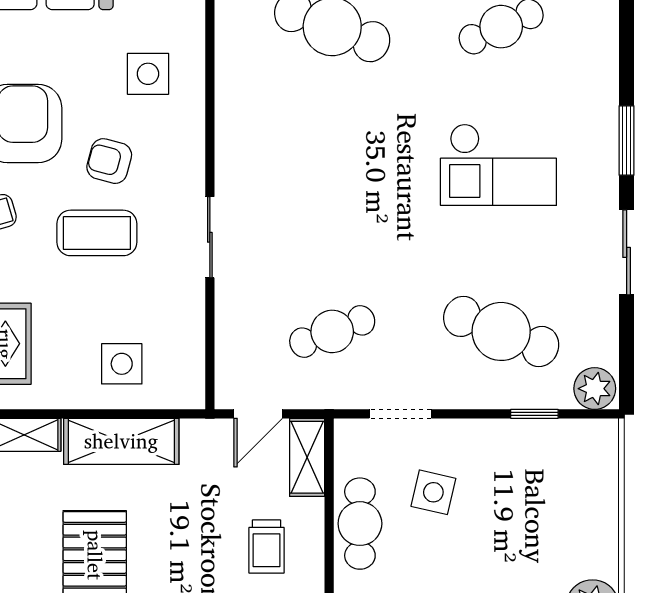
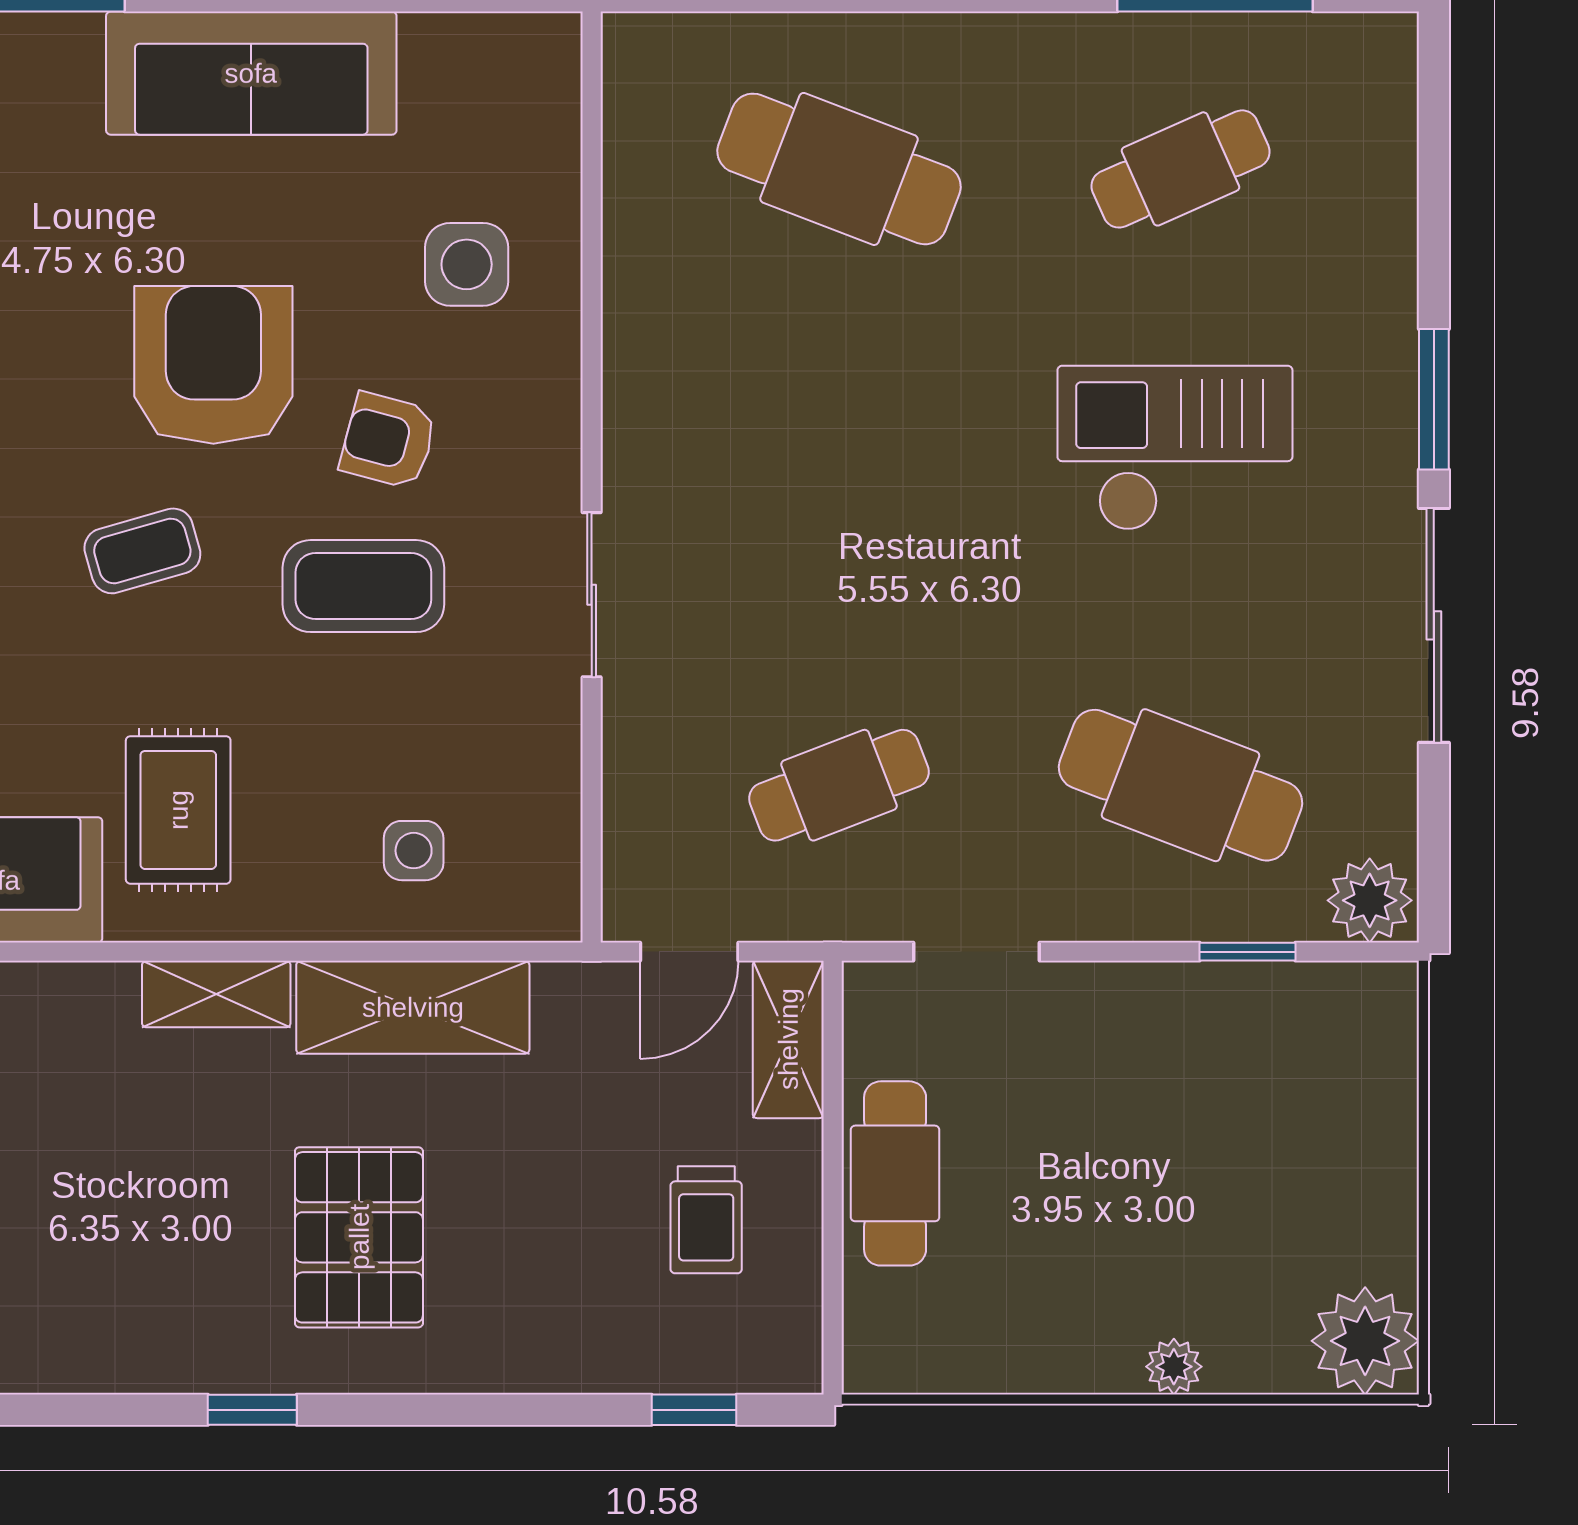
checkout: (498, 165) -> (1175, 448), turned 180
sliding door: (627, 252) -> (1434, 625), width x1.37
side table: (122, 364) -> (414, 851), width x0.73, depth x0.73
side table: (433, 492) -> (1043, 1110), removed

